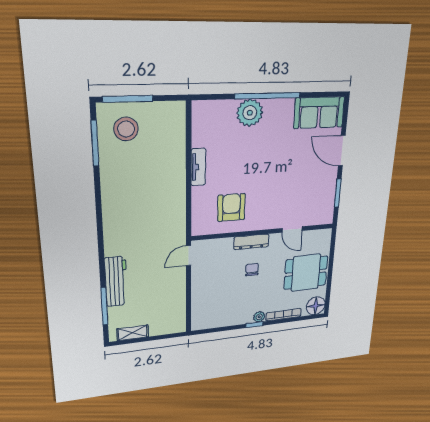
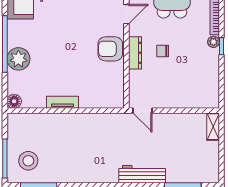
floor lamp: (200, 109) -> (14, 101), added
armchair: (231, 207) -> (110, 49), moved
workbench: (116, 281) -> (142, 174), moved
shelving: (133, 333) -> (213, 127), moved

